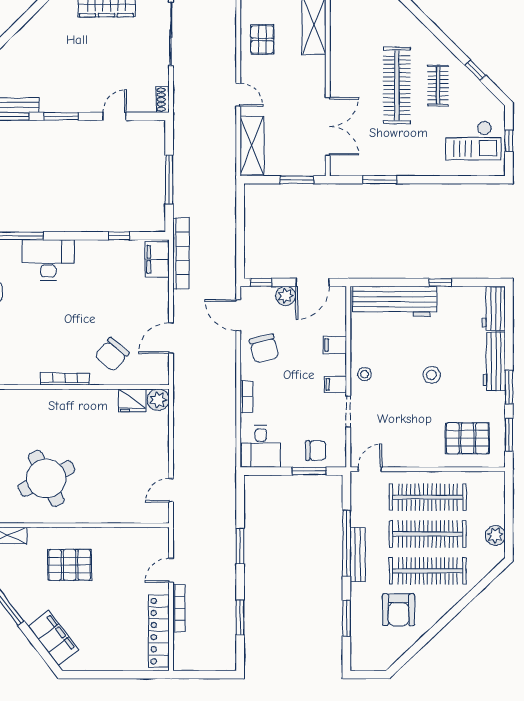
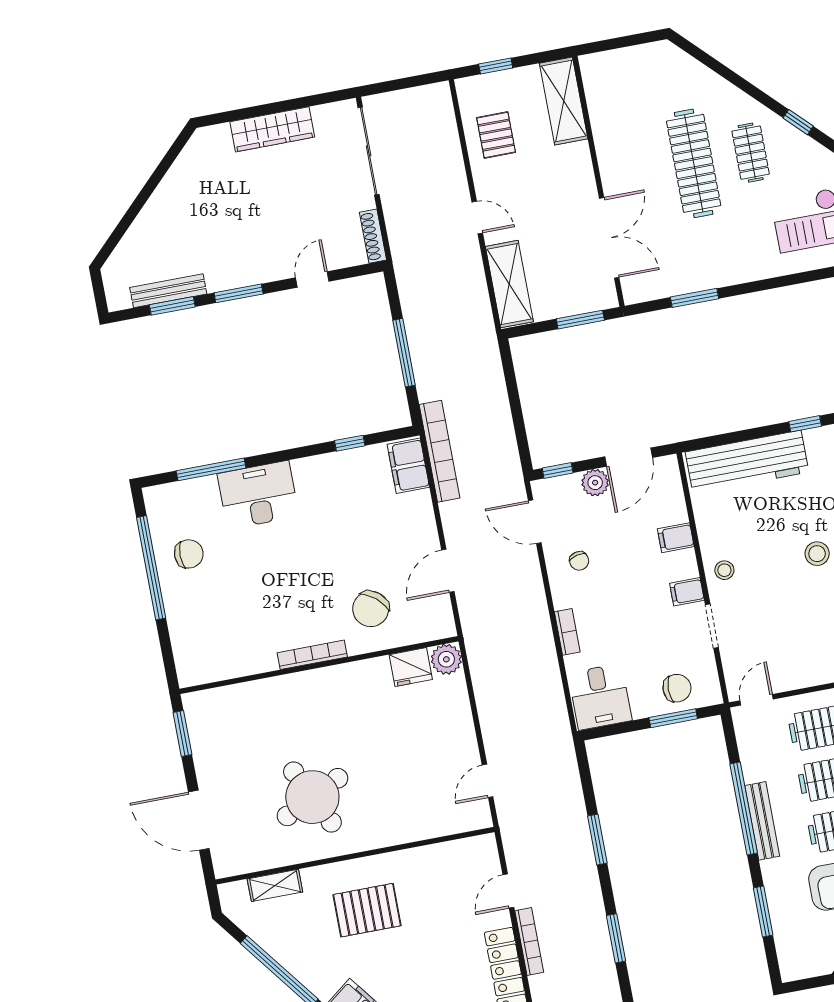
shoe rack: (163, 100) -> (373, 236), width x1.43
chair: (264, 348) -> (579, 561), width x0.54, depth x0.54

